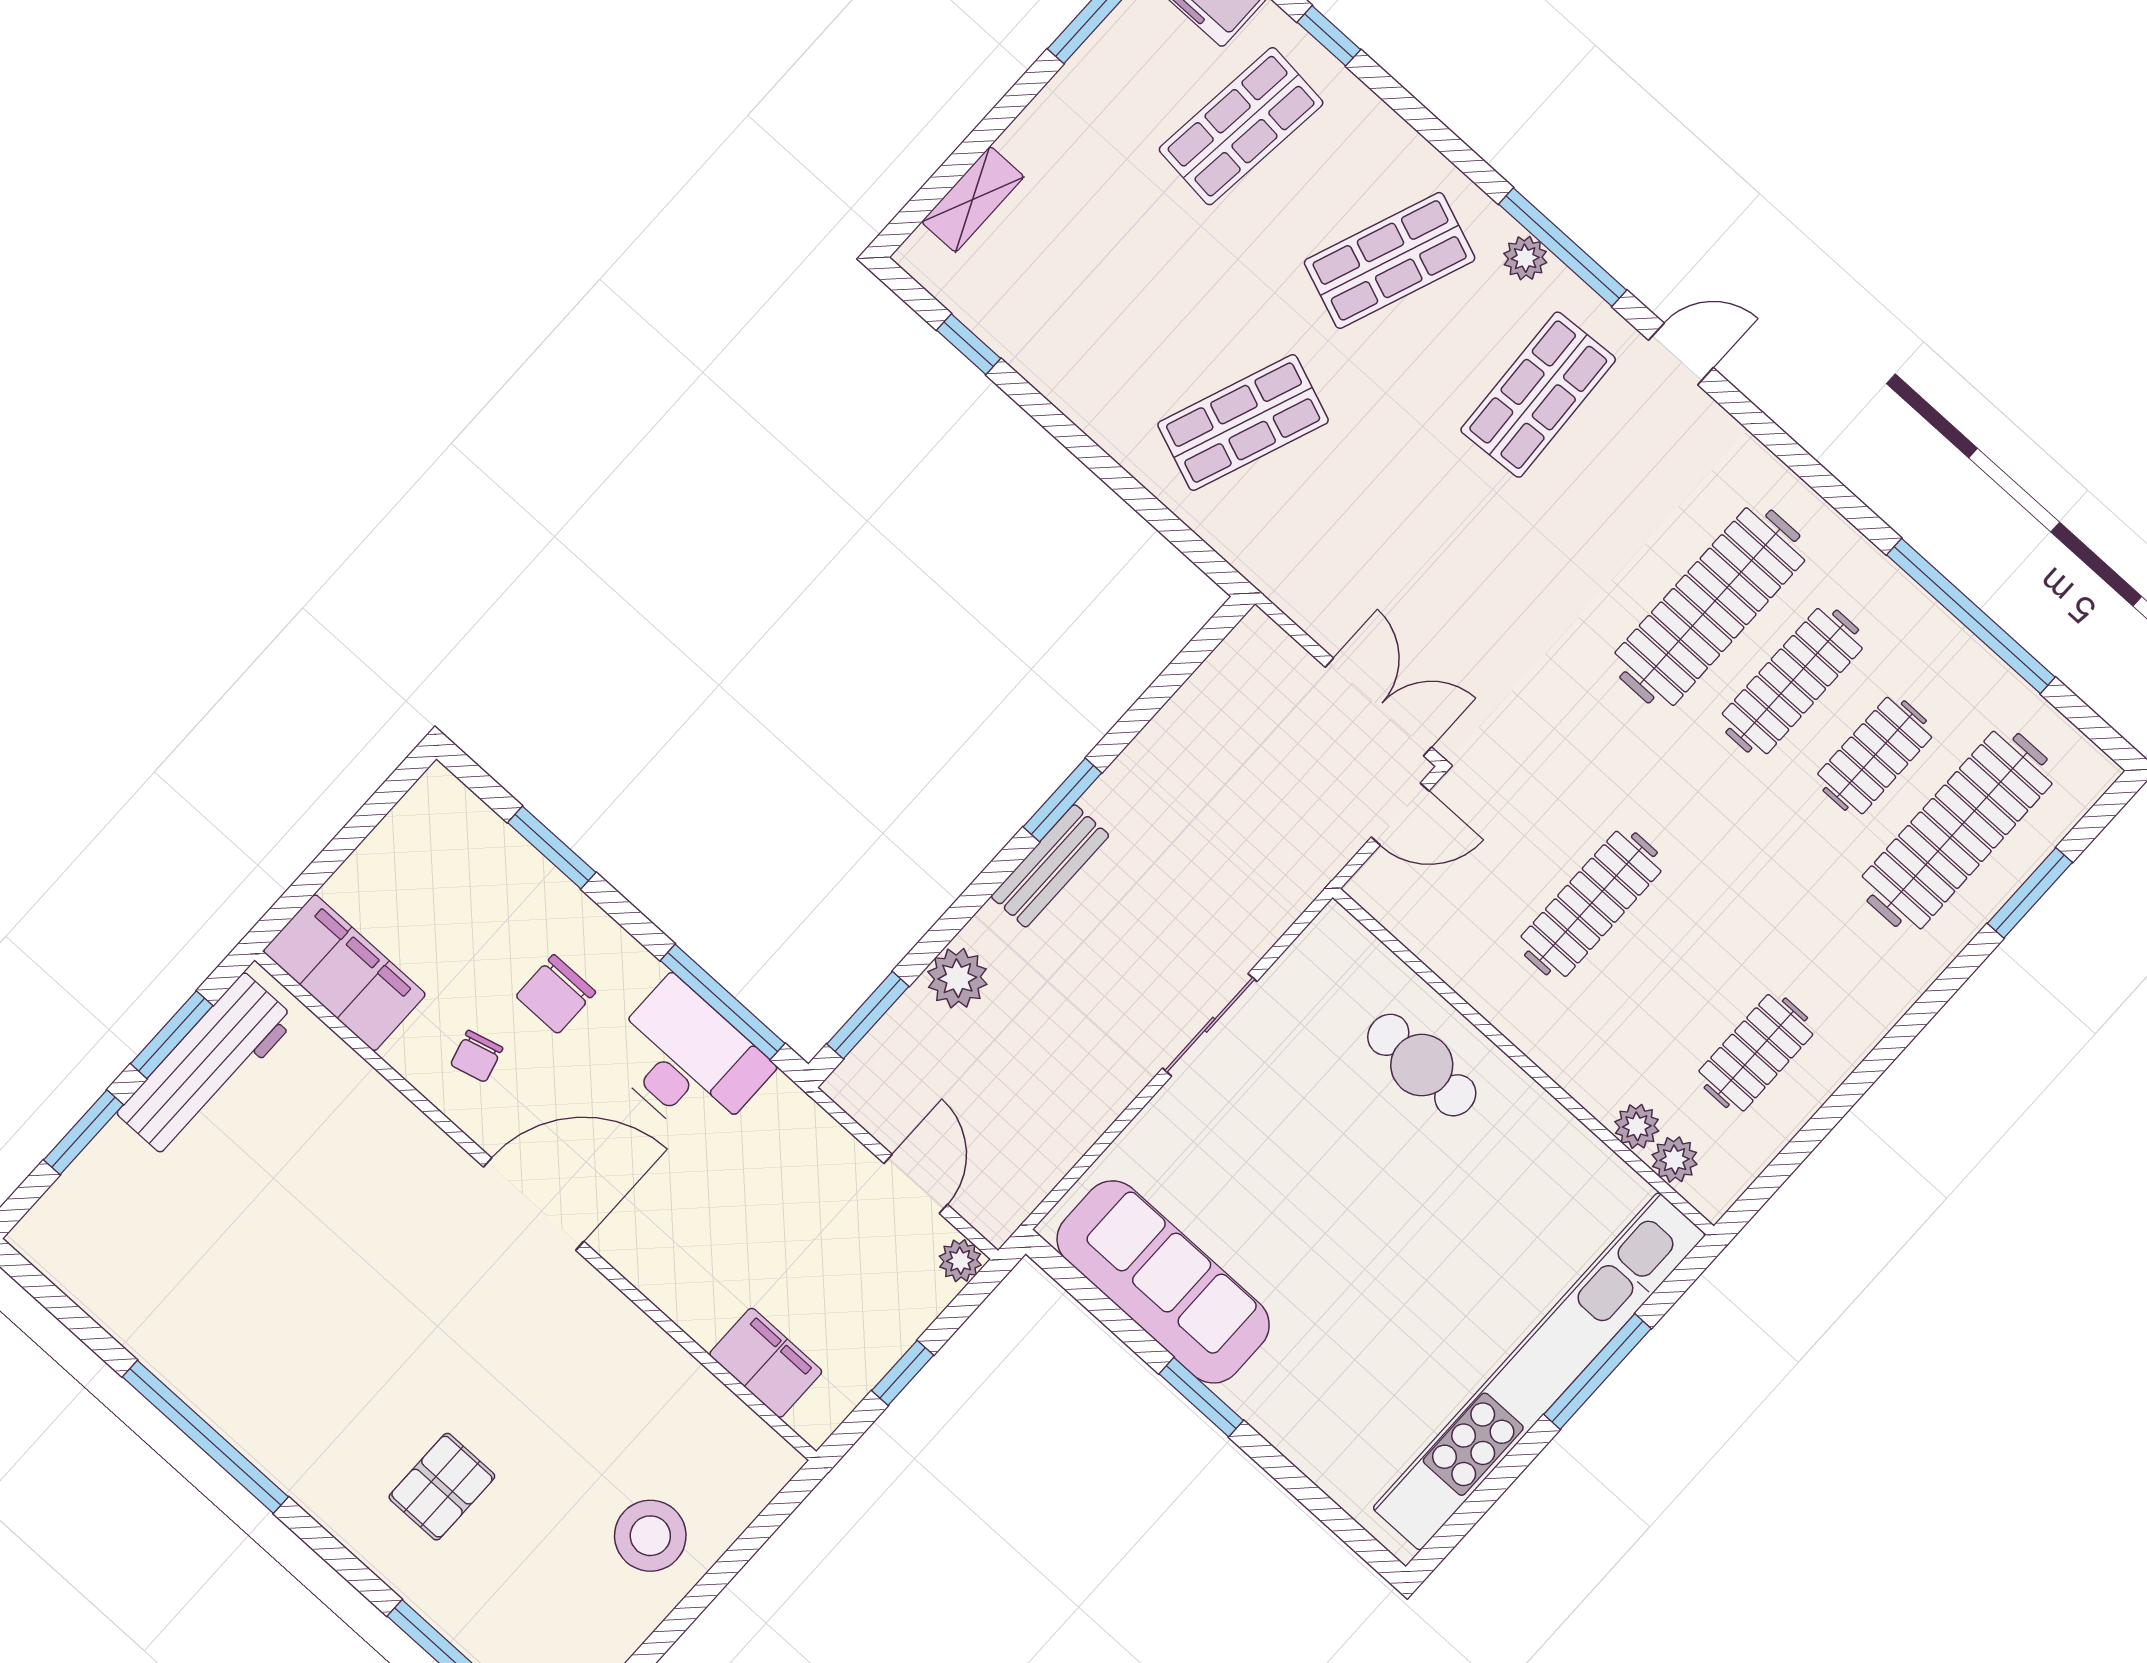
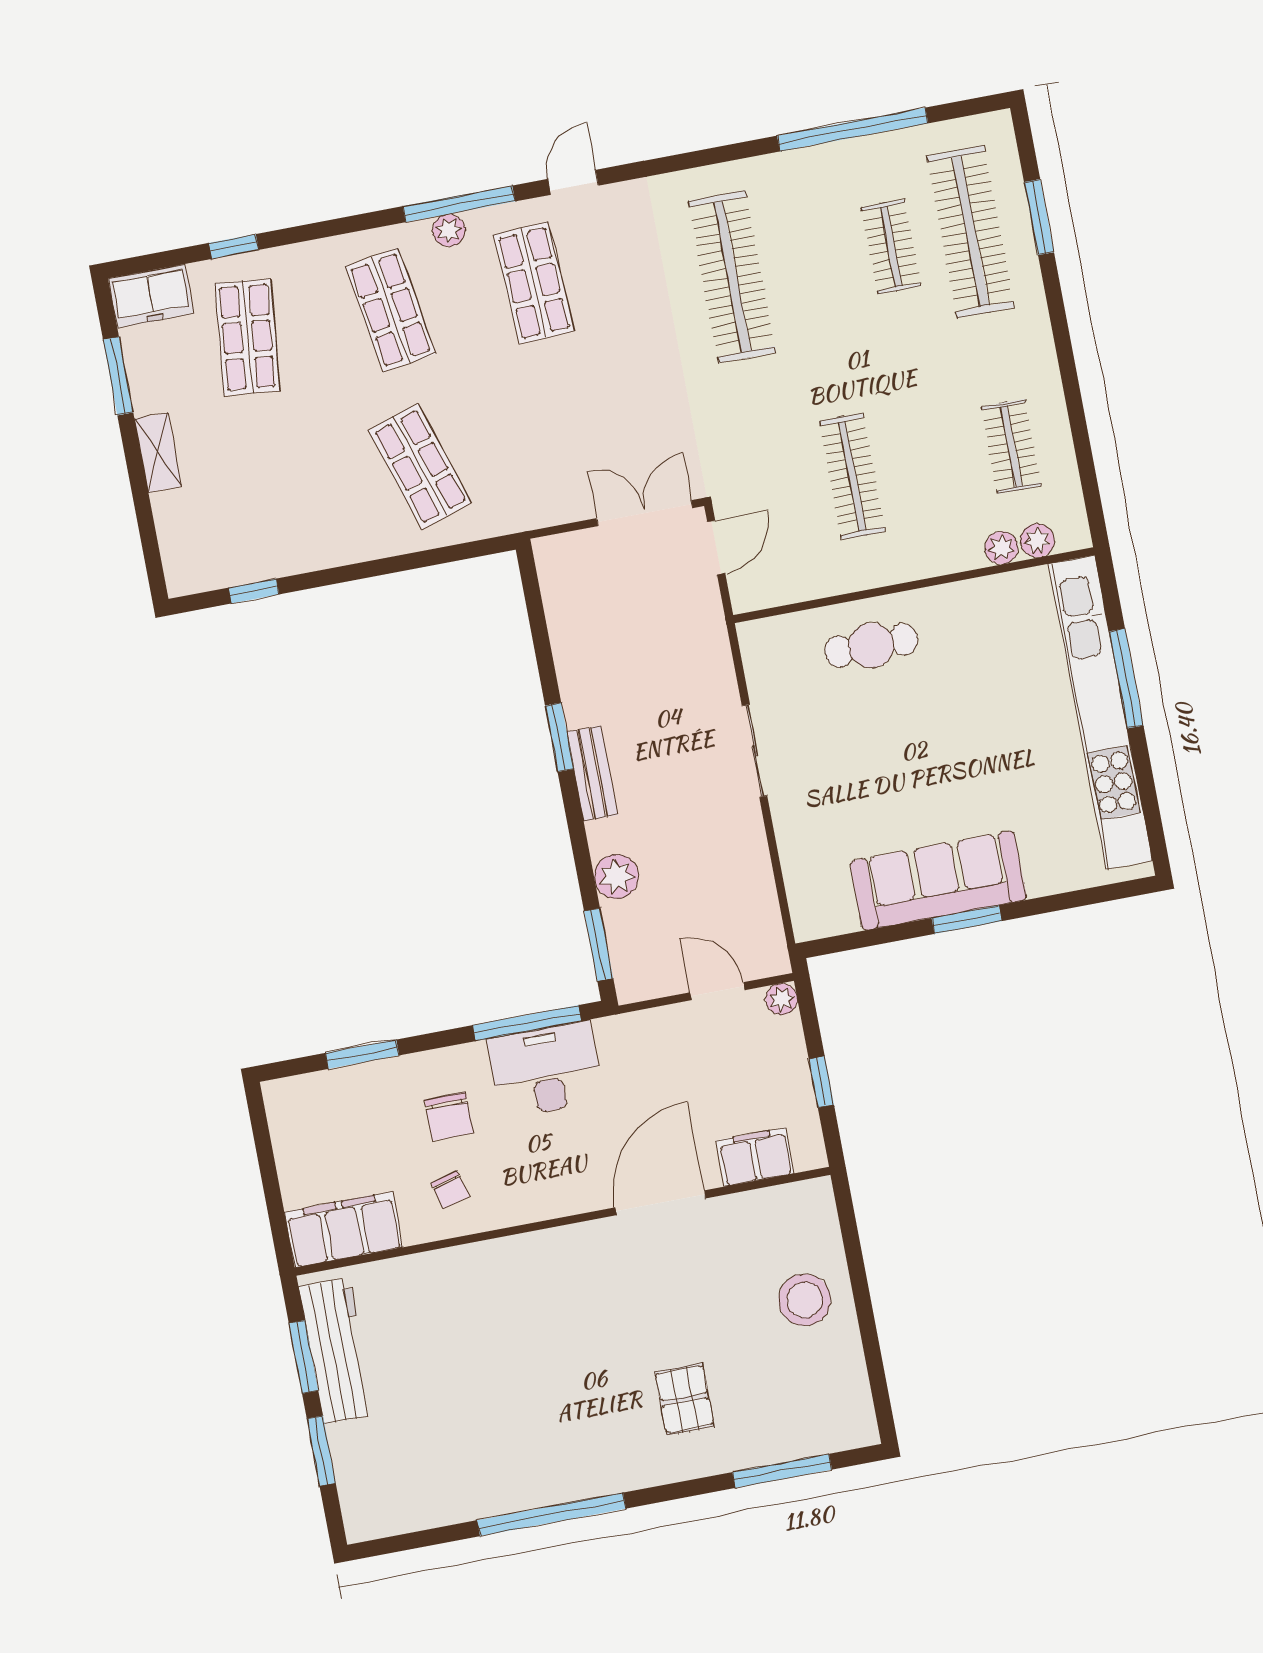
shelving: (973, 199) -> (158, 453), moved
shop shelf: (1390, 260) -> (391, 310), turned -30
shop shelf: (1243, 423) -> (420, 466), turned -39
clothes rail: (1792, 681) -> (812, 262), removed
door: (534, 1204) -> (661, 1203), moved
sofa: (1163, 1282) -> (938, 881), moved

